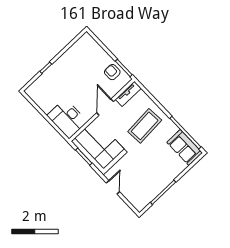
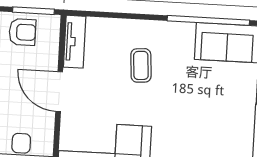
armchair: (112, 72) -> (22, 32), turned 180
coffee table: (145, 126) -> (141, 65), width x0.54, depth x0.58

